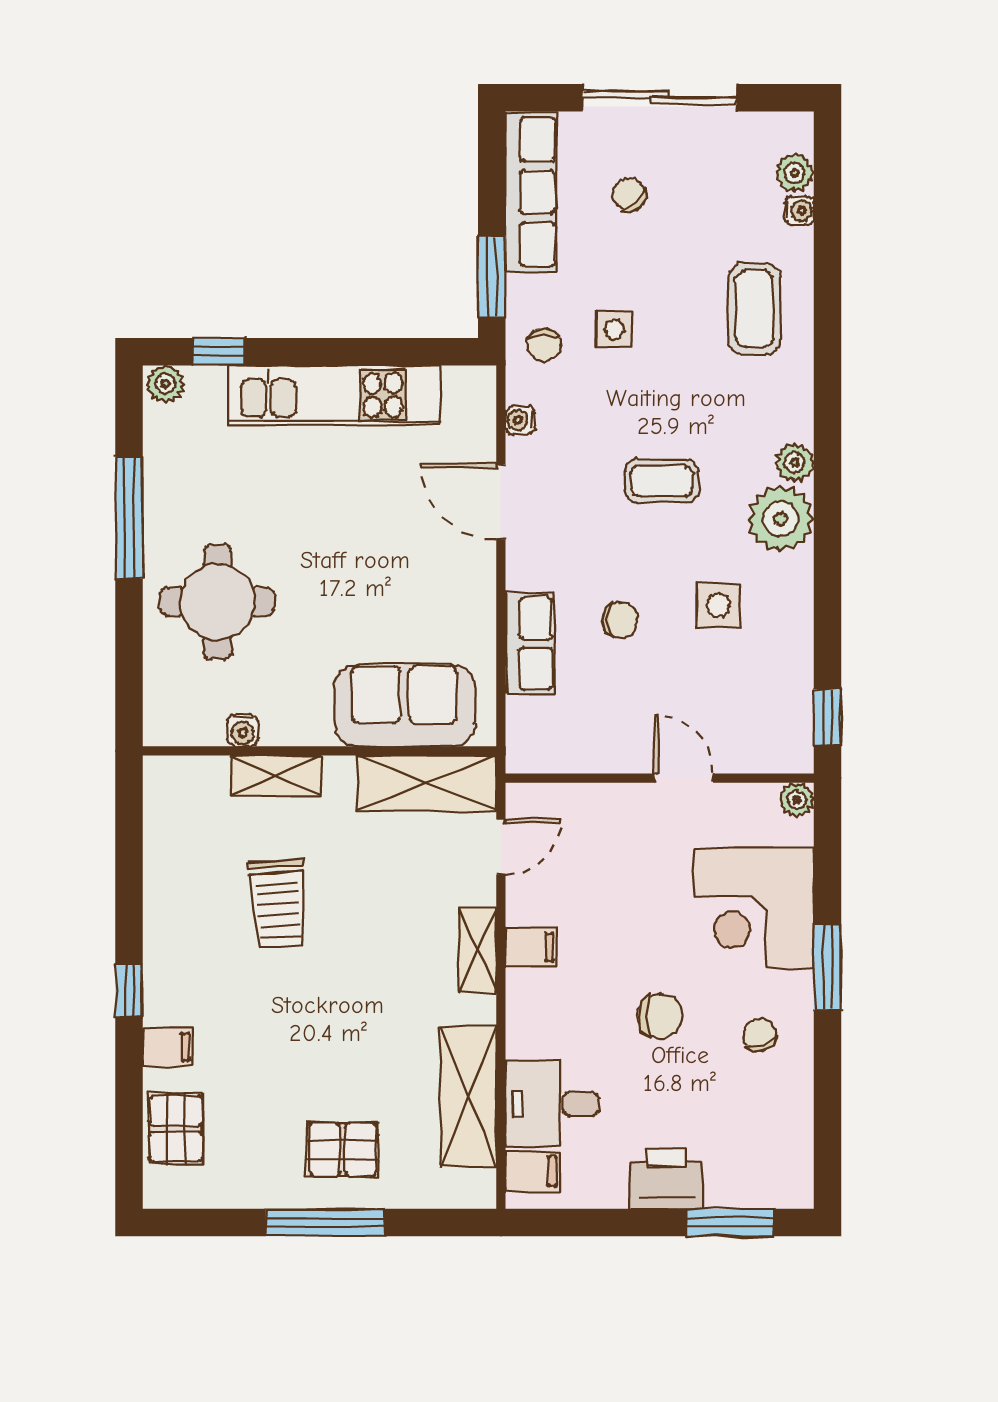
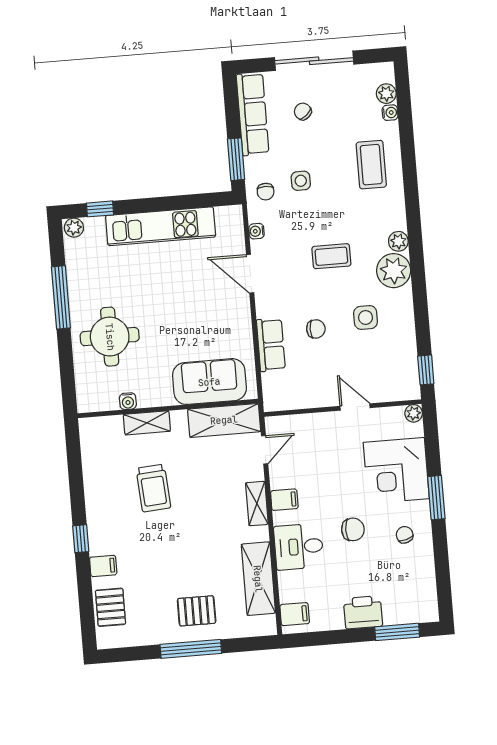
desk: (552, 1104) -> (299, 547), moved

